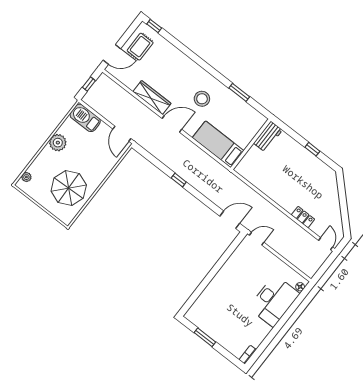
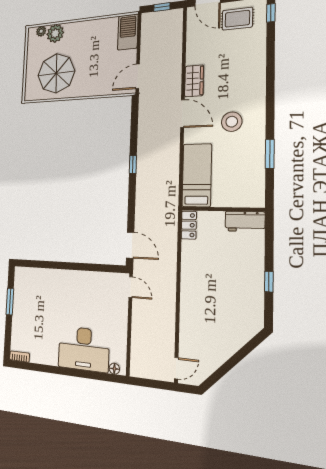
wardrobe: (152, 97) -> (194, 81), width x0.67
plant: (58, 143) -> (55, 33), moved
locker: (303, 217) -> (189, 225), moved

